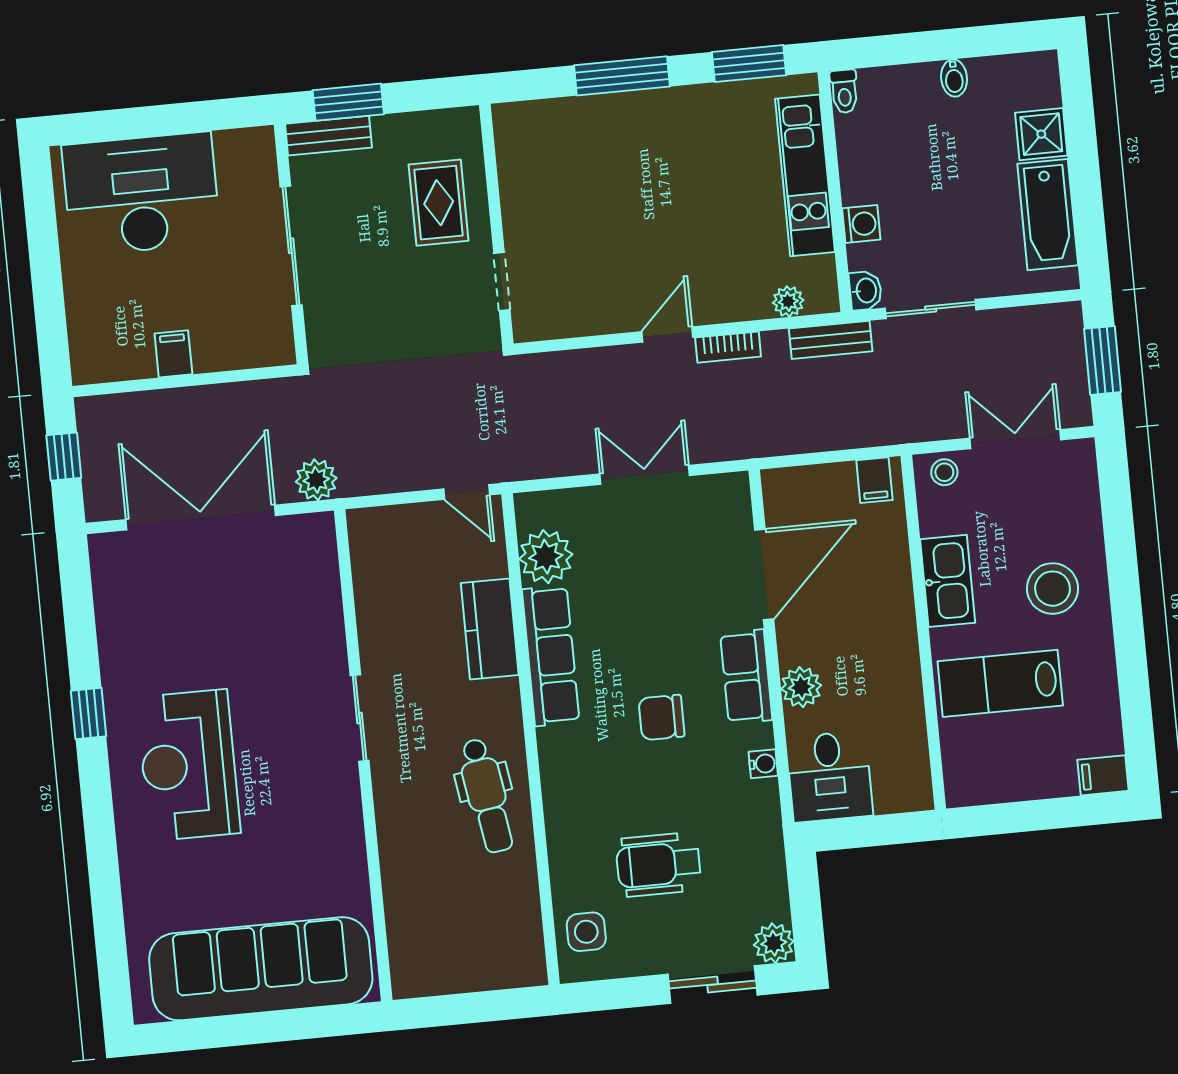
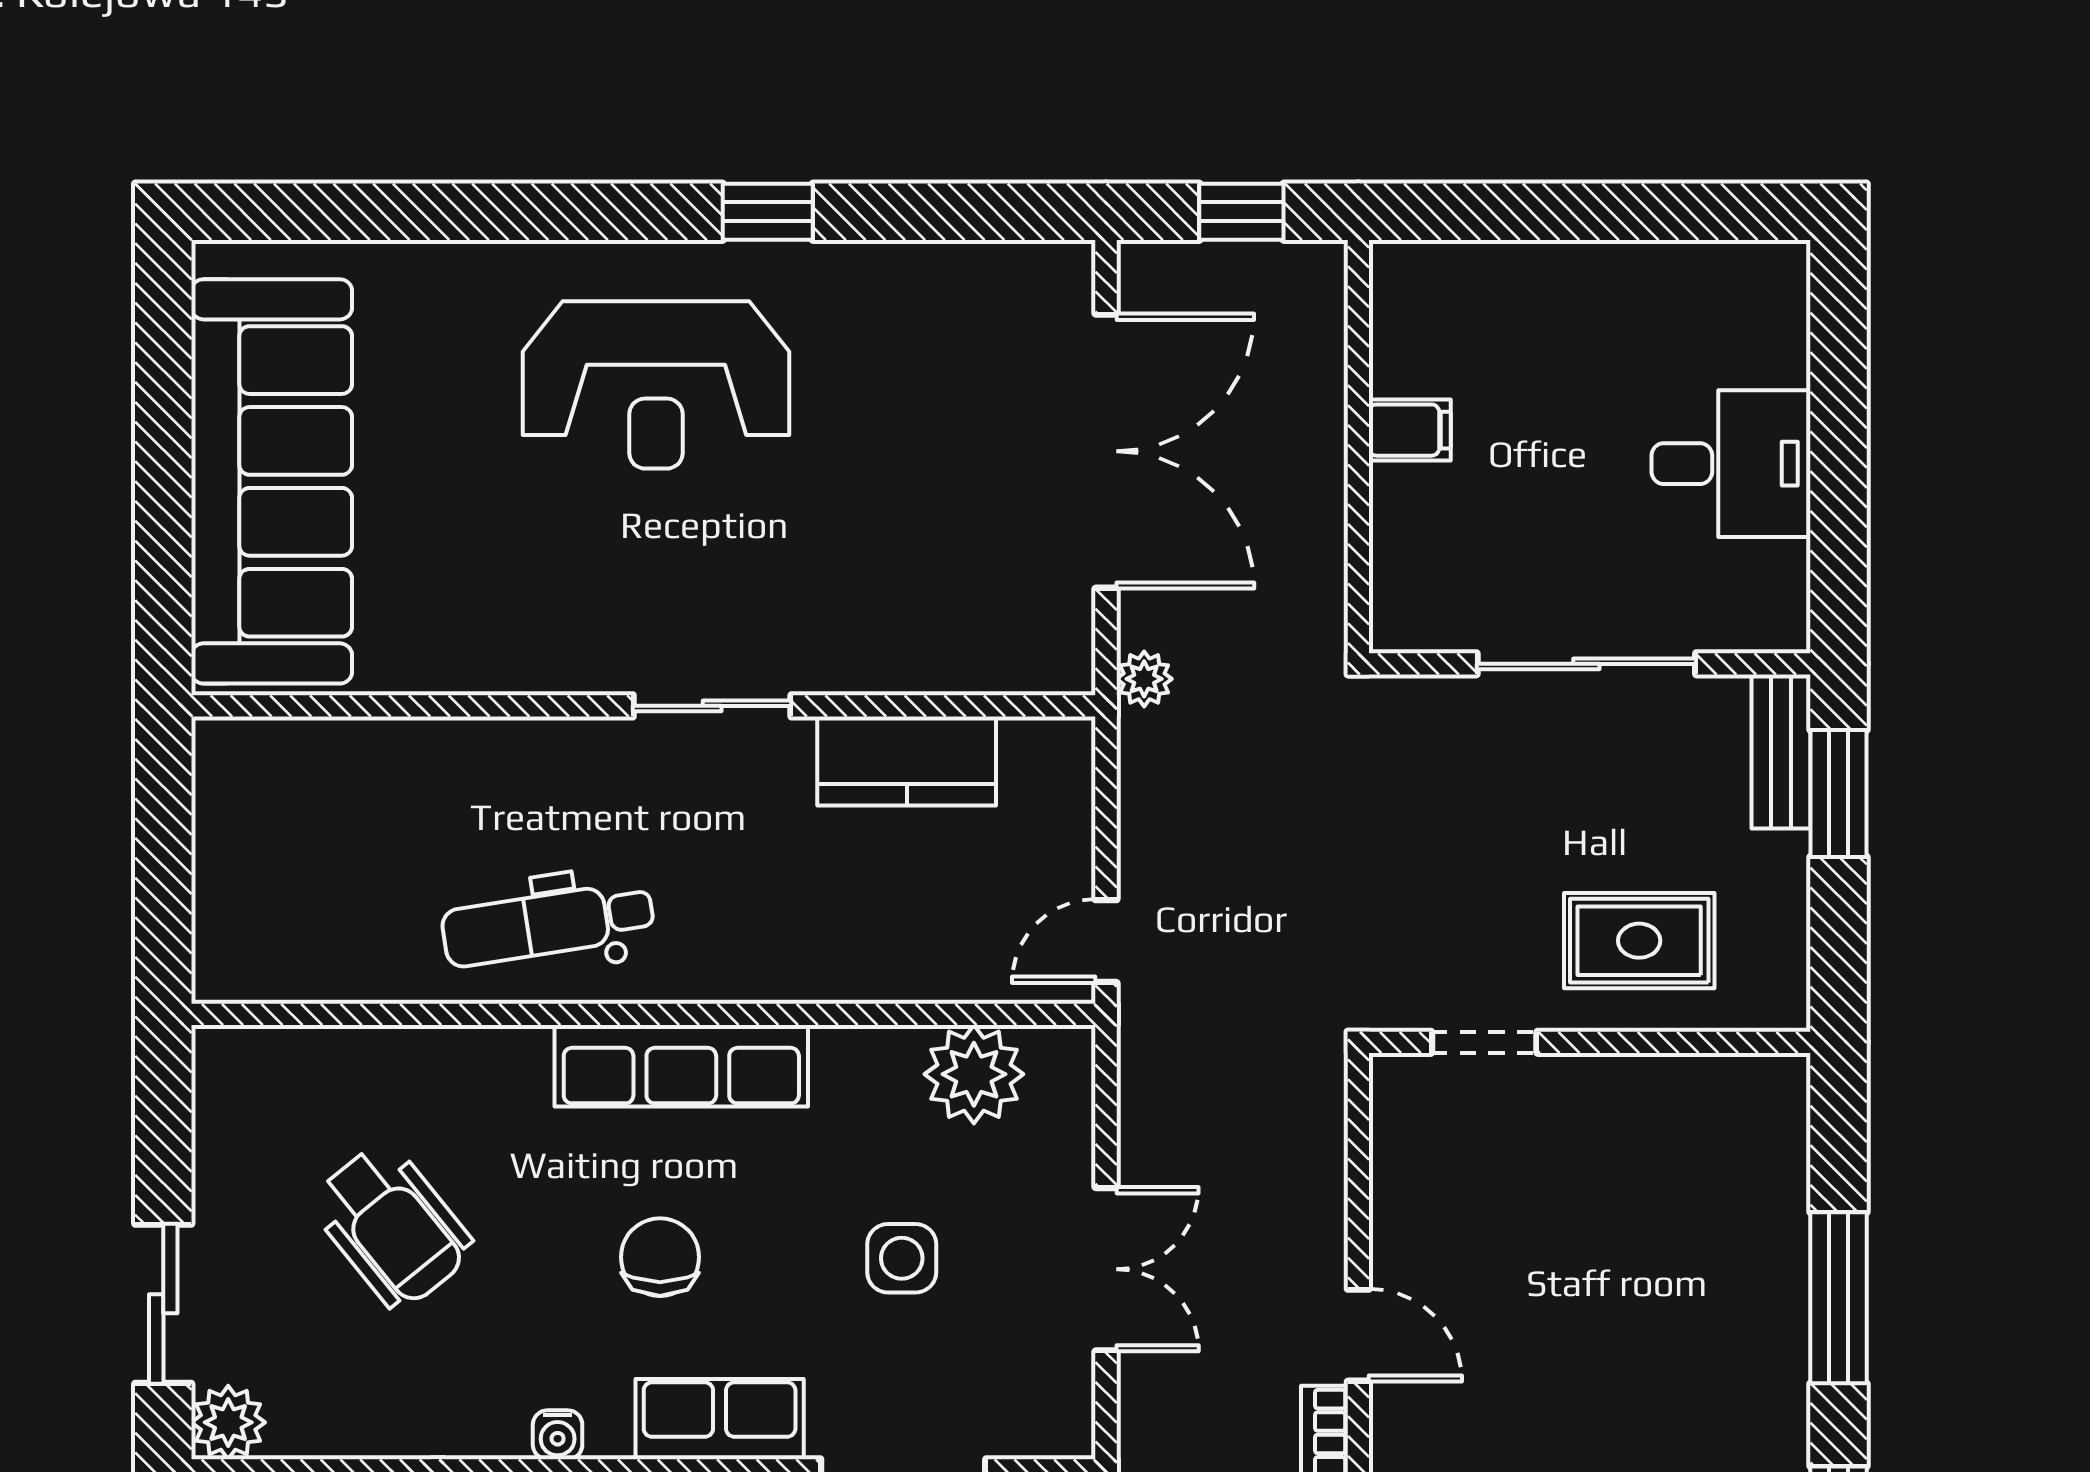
desk: (141, 194) -> (1731, 464), width x0.53, depth x0.77
plant: (316, 480) -> (1144, 679), width x0.73, depth x0.73
kitchen counter: (490, 629) -> (907, 761), moved, turned 180
row of seats: (551, 656) -> (681, 1066), moved
reception desk: (188, 765) -> (656, 385), turned 180
wheelchair: (658, 865) -> (392, 1226), turned 141
side table: (586, 932) -> (902, 1258), moved

